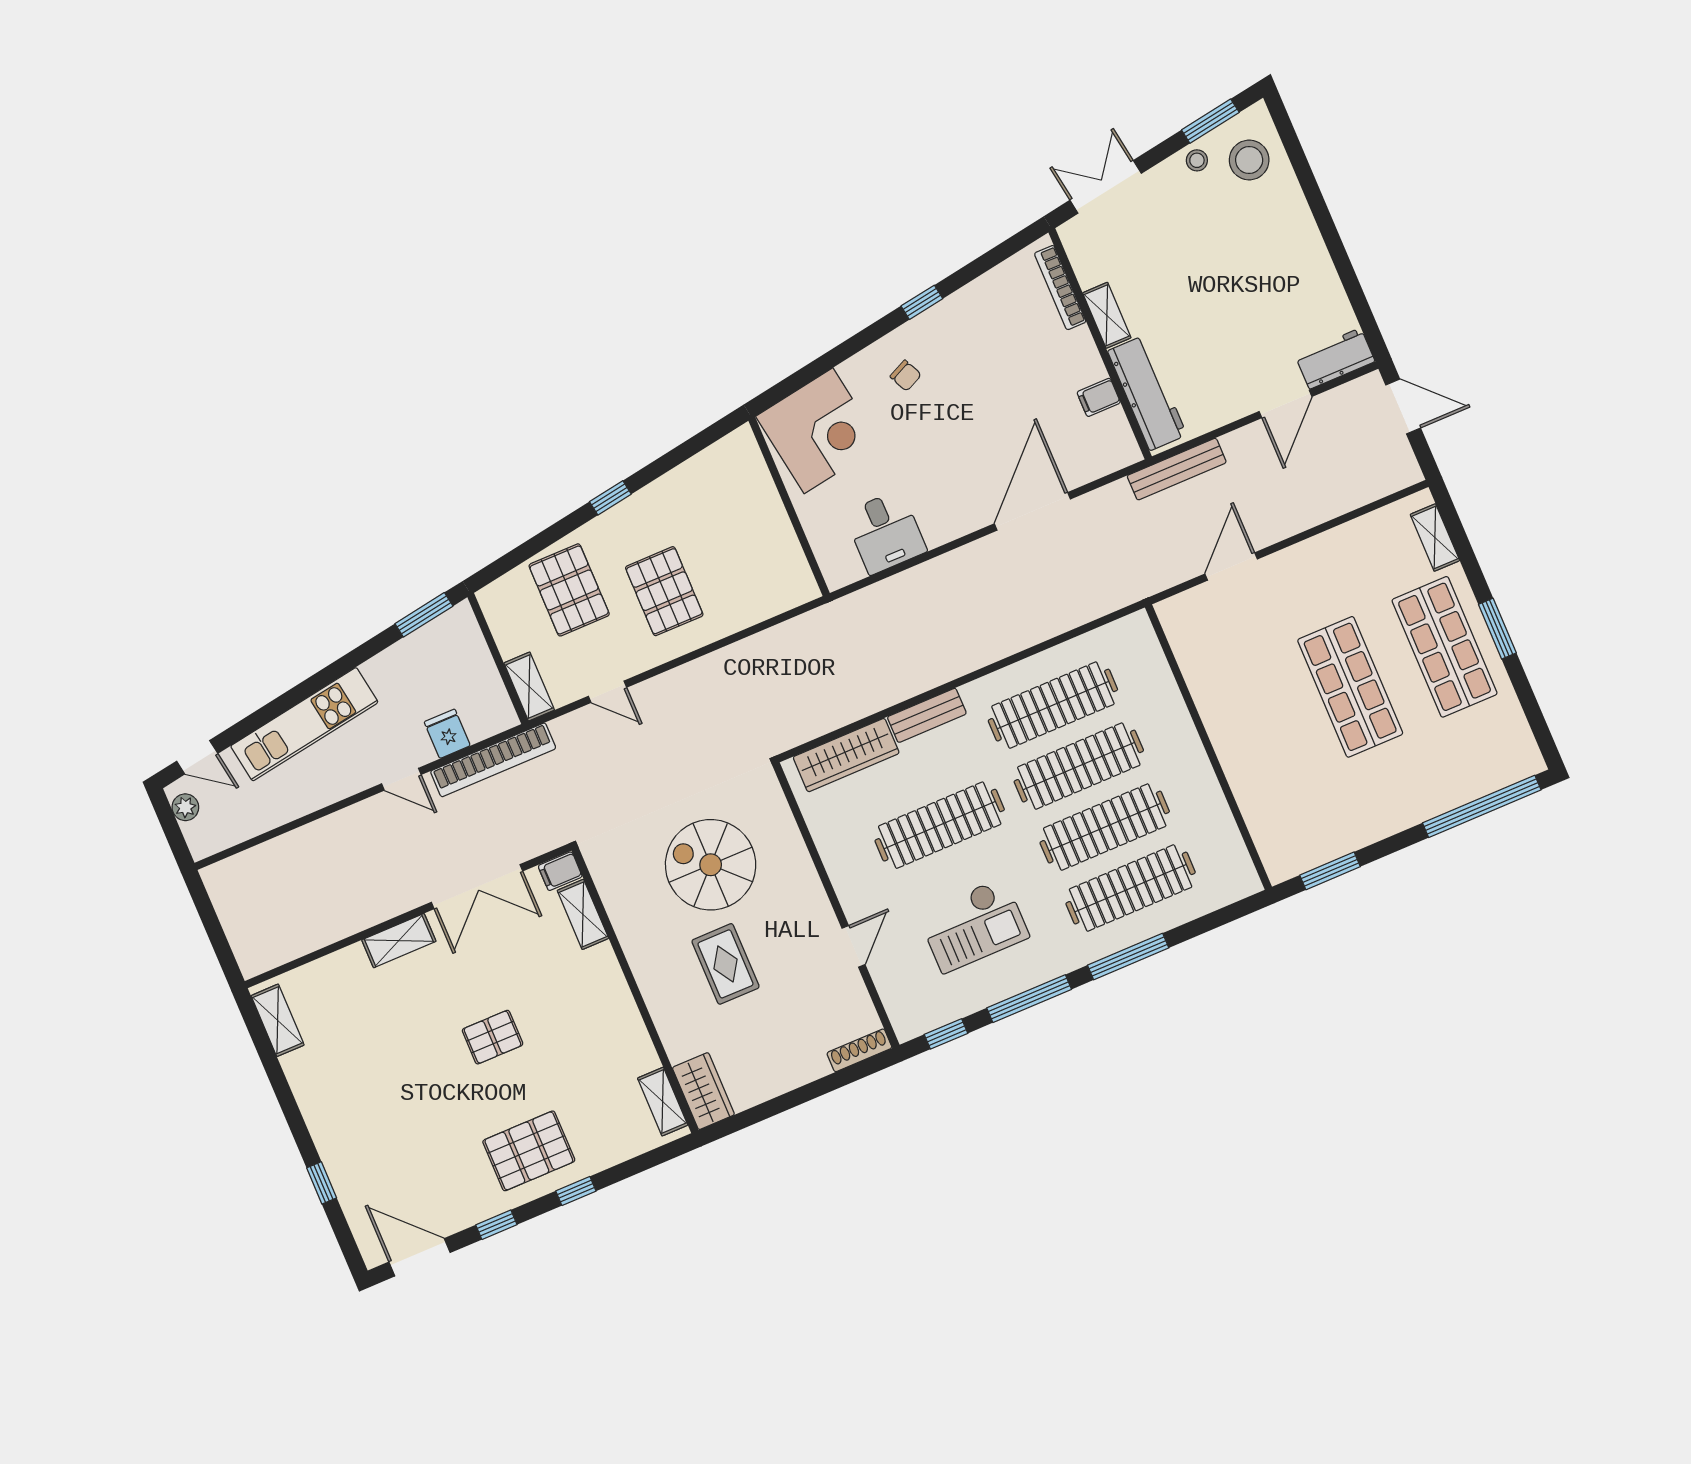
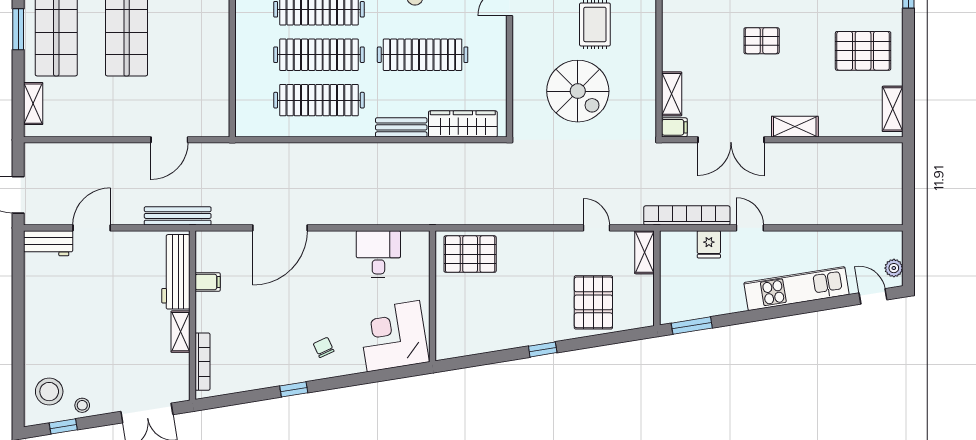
window: (1210, 121) -> (63, 426), width x0.67
pallet: (664, 591) -> (470, 254), moved, turned 90
double door: (477, 887) -> (731, 140), swing flipped
pallet: (350, 1081) -> (863, 51), added

